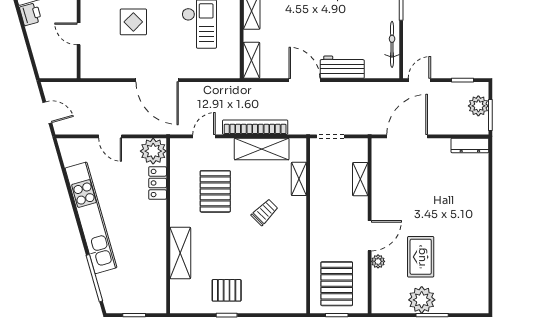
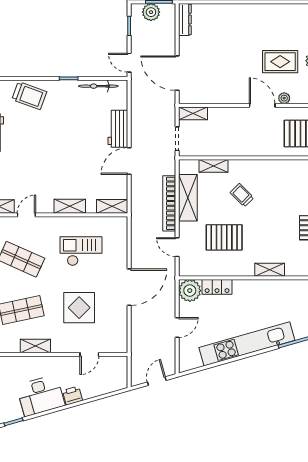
display table: (133, 22) -> (79, 308), width x1.36, depth x1.36
shelving: (360, 179) -> (193, 113), moved
shelving: (180, 253) -> (270, 270), width x0.67, depth x0.75

